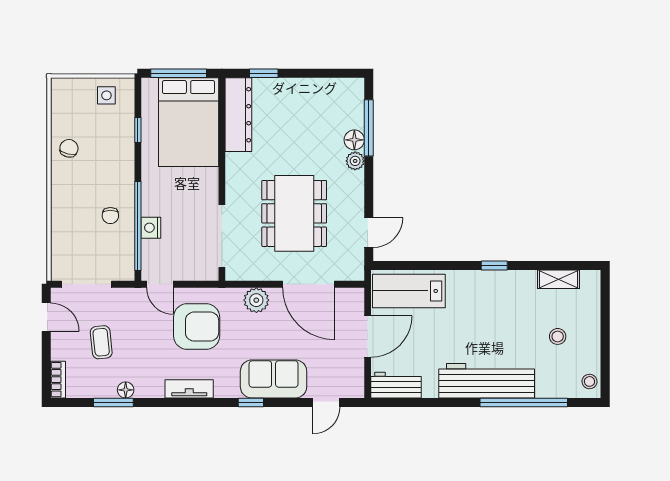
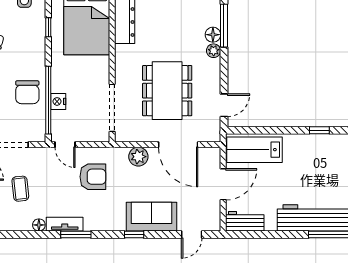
chair: (110, 216) -> (27, 92), width x1.87, depth x1.87
armchair: (197, 327) -> (93, 177), width x0.73, depth x0.73
tv unit: (189, 389) -> (65, 224), moved
window: (113, 402) -> (76, 234), moved

